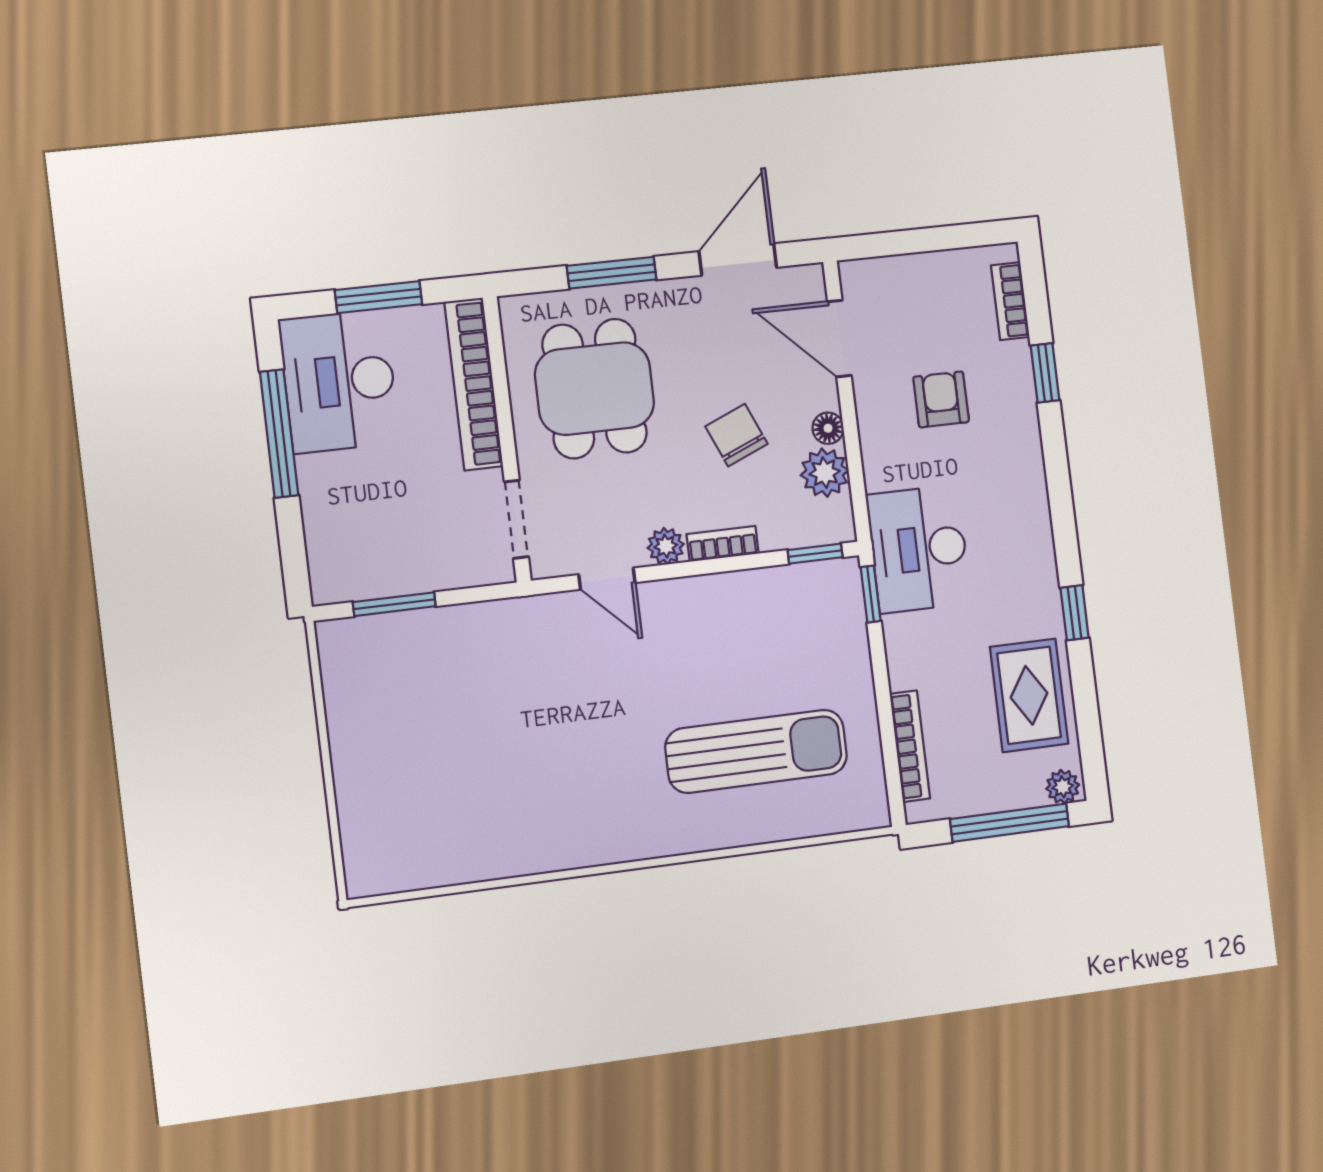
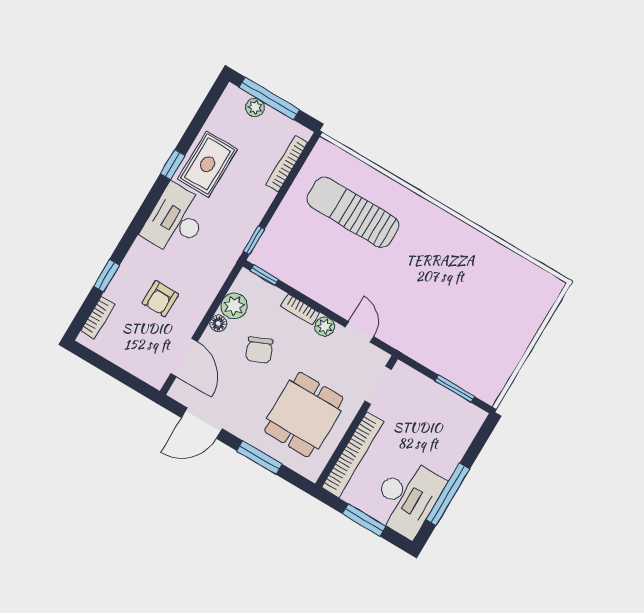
desk: (919, 549) -> (176, 220), moved, turned 180
rug: (1029, 695) -> (208, 164), moved
plant: (1063, 787) -> (255, 107), moved

